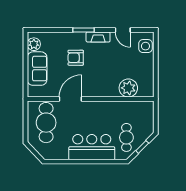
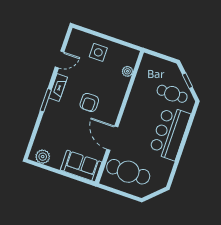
side table: (145, 46) -> (98, 52), moved
armchair: (76, 58) -> (89, 102), moved
sofa: (37, 69) -> (81, 166), moved
plant: (128, 88) -> (127, 71), width x0.53, depth x0.53

